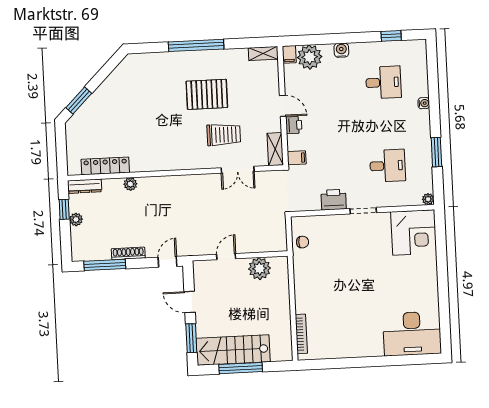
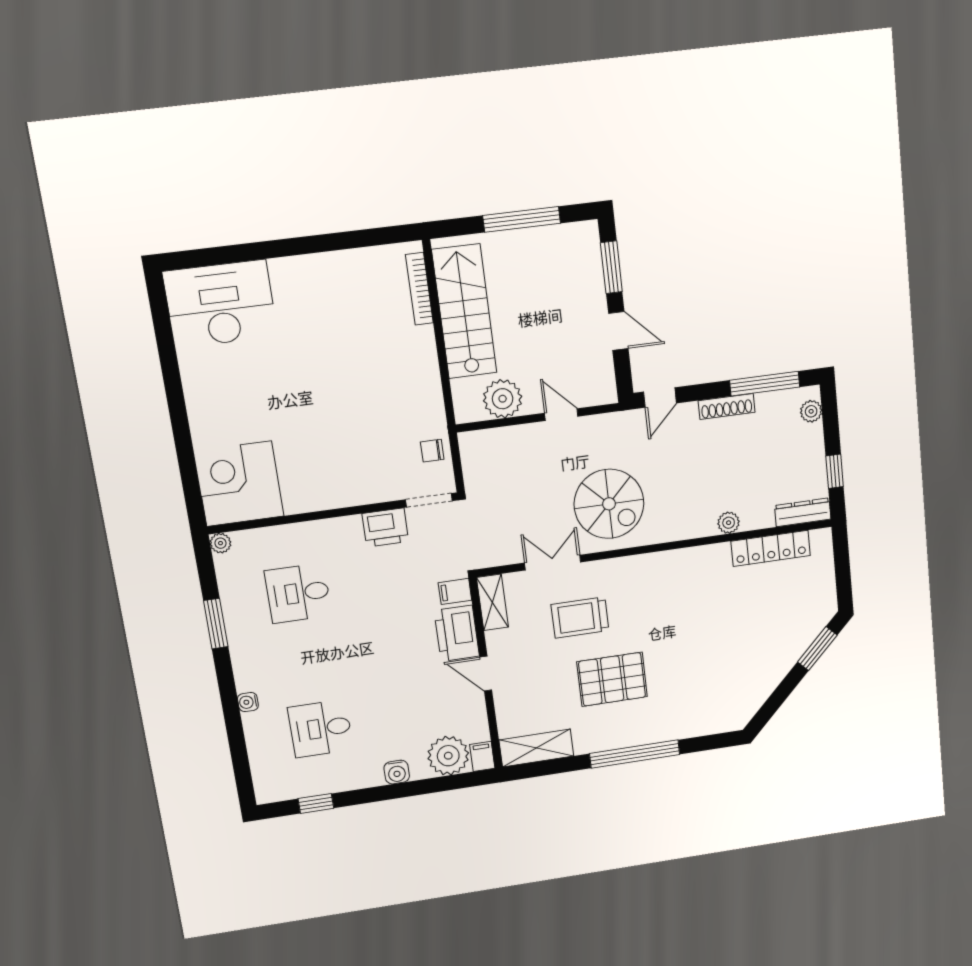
shelving: (263, 53) -> (536, 748), width x1.50, depth x1.33
printer: (294, 125) -> (457, 633), width x1.87, depth x1.48
spiral stairs: (202, 202) -> (609, 504), added
doorway: (363, 211) -> (429, 500), moved
plant: (76, 219) -> (811, 411), moved
door: (226, 257) -> (561, 415), swing flipped
stairs: (233, 350) -> (464, 311), moved, turned -90

